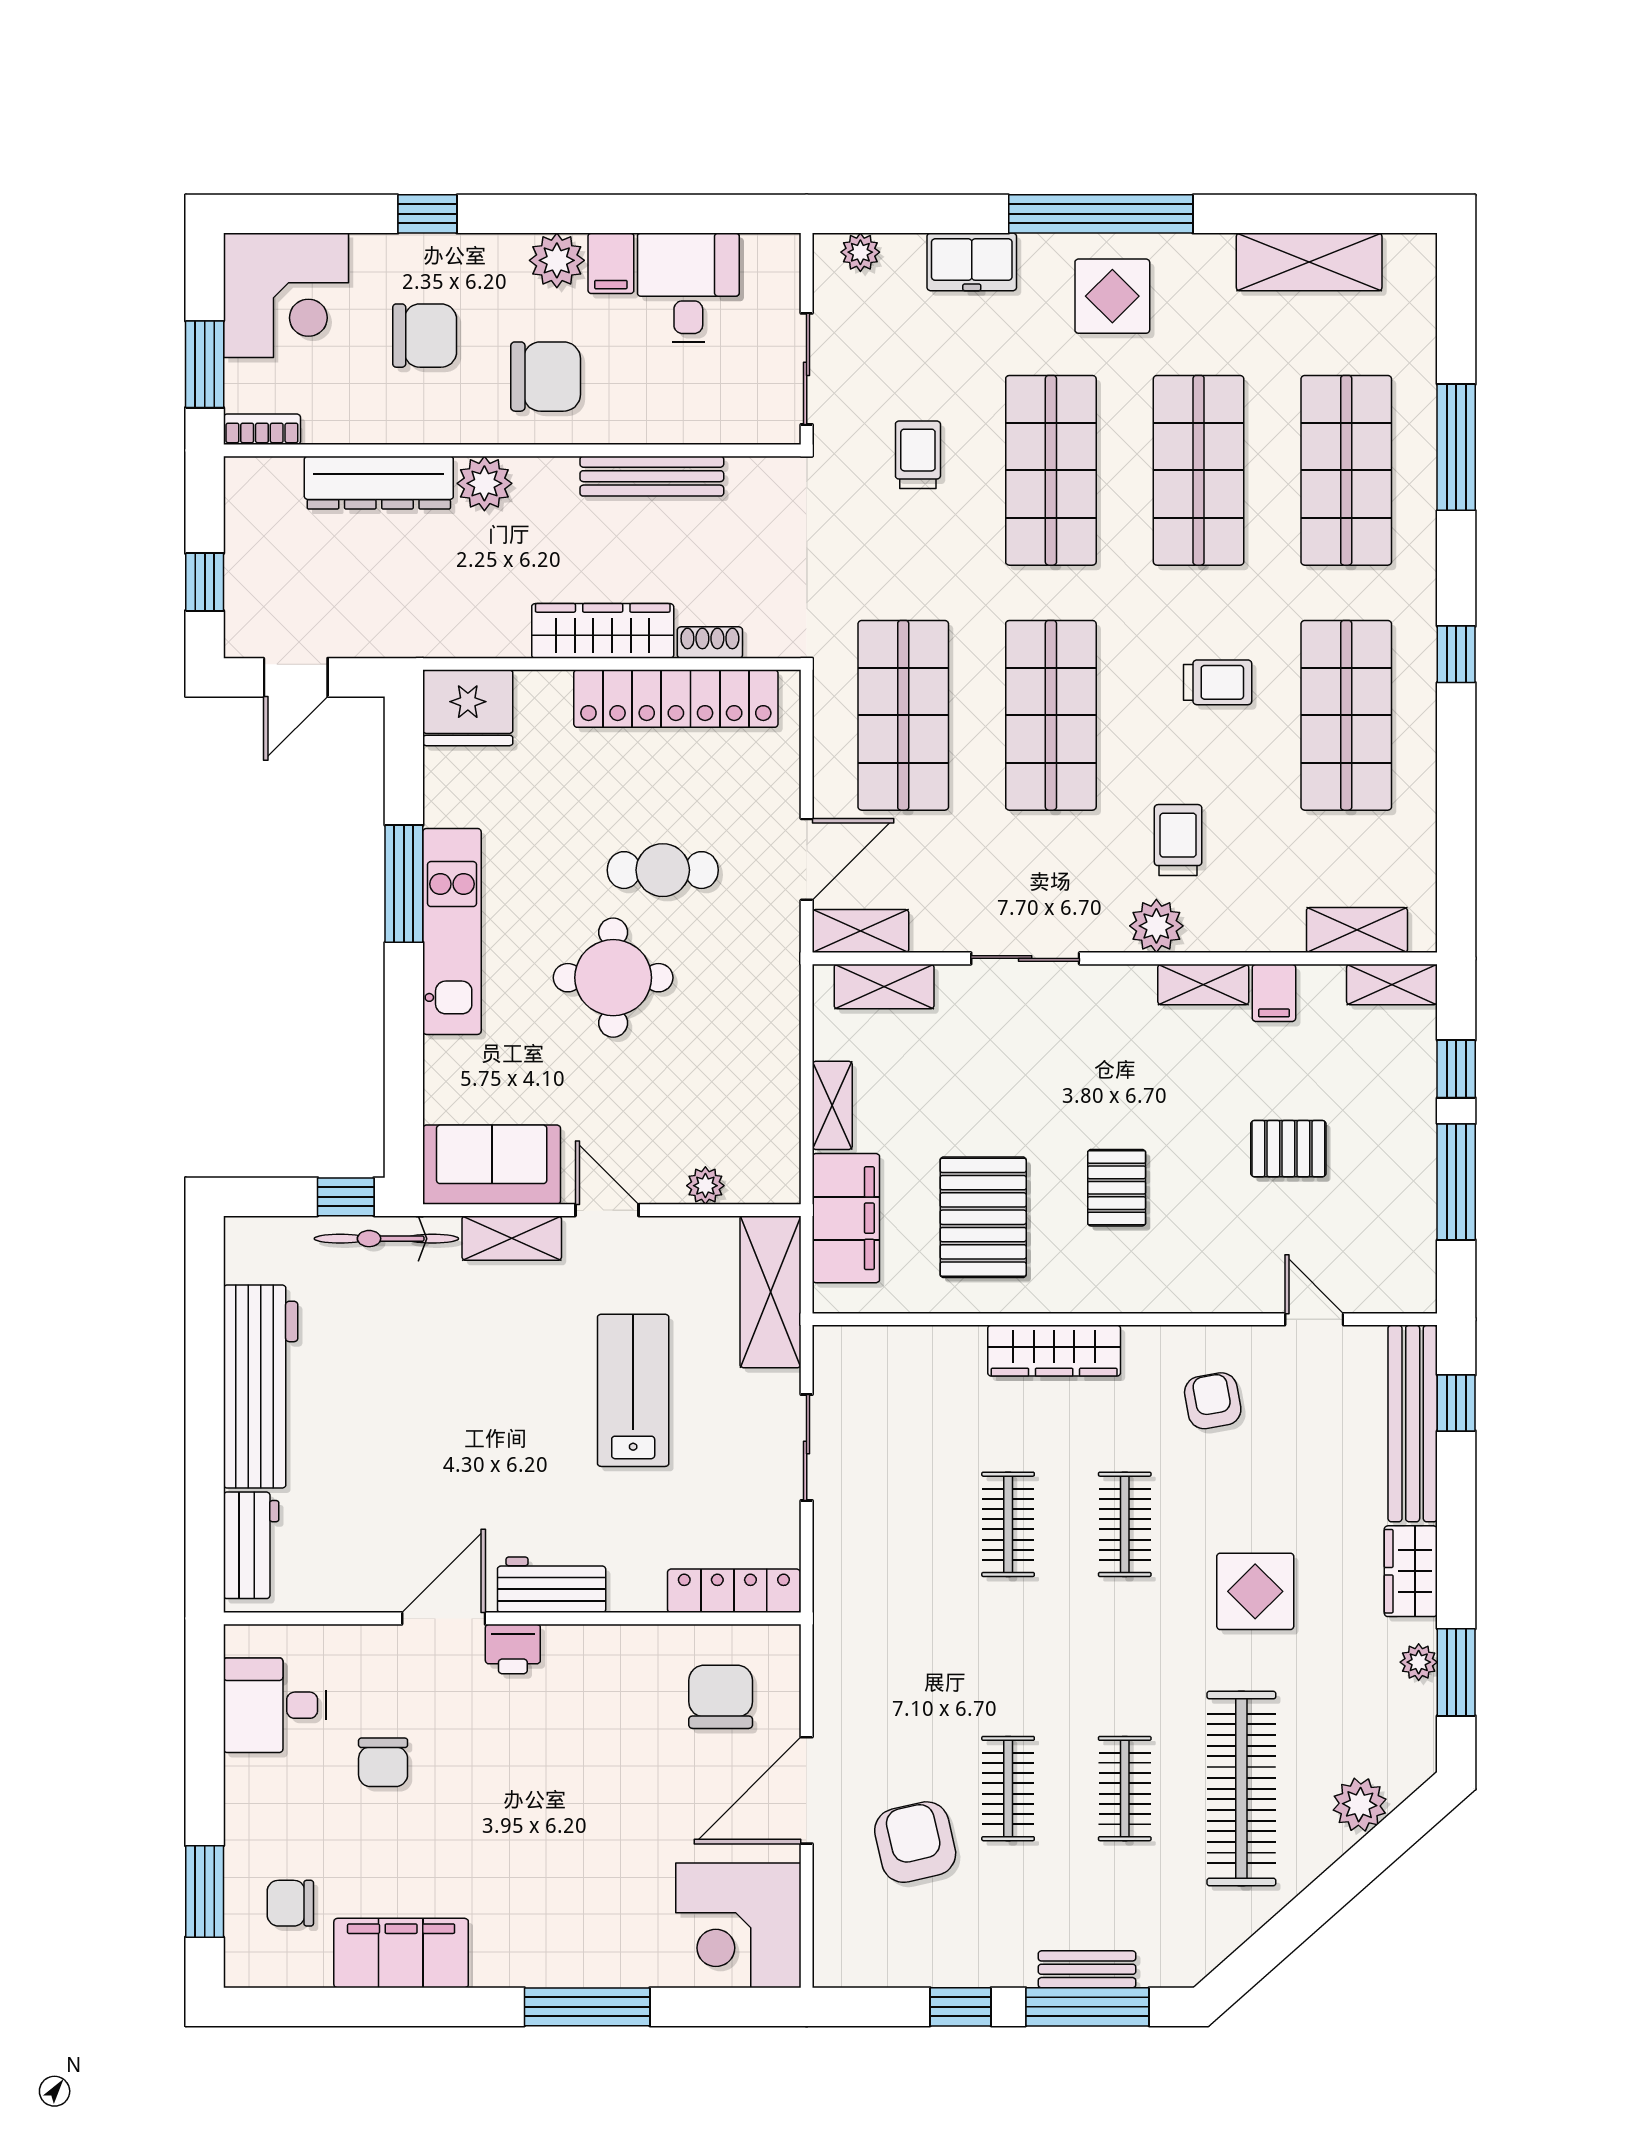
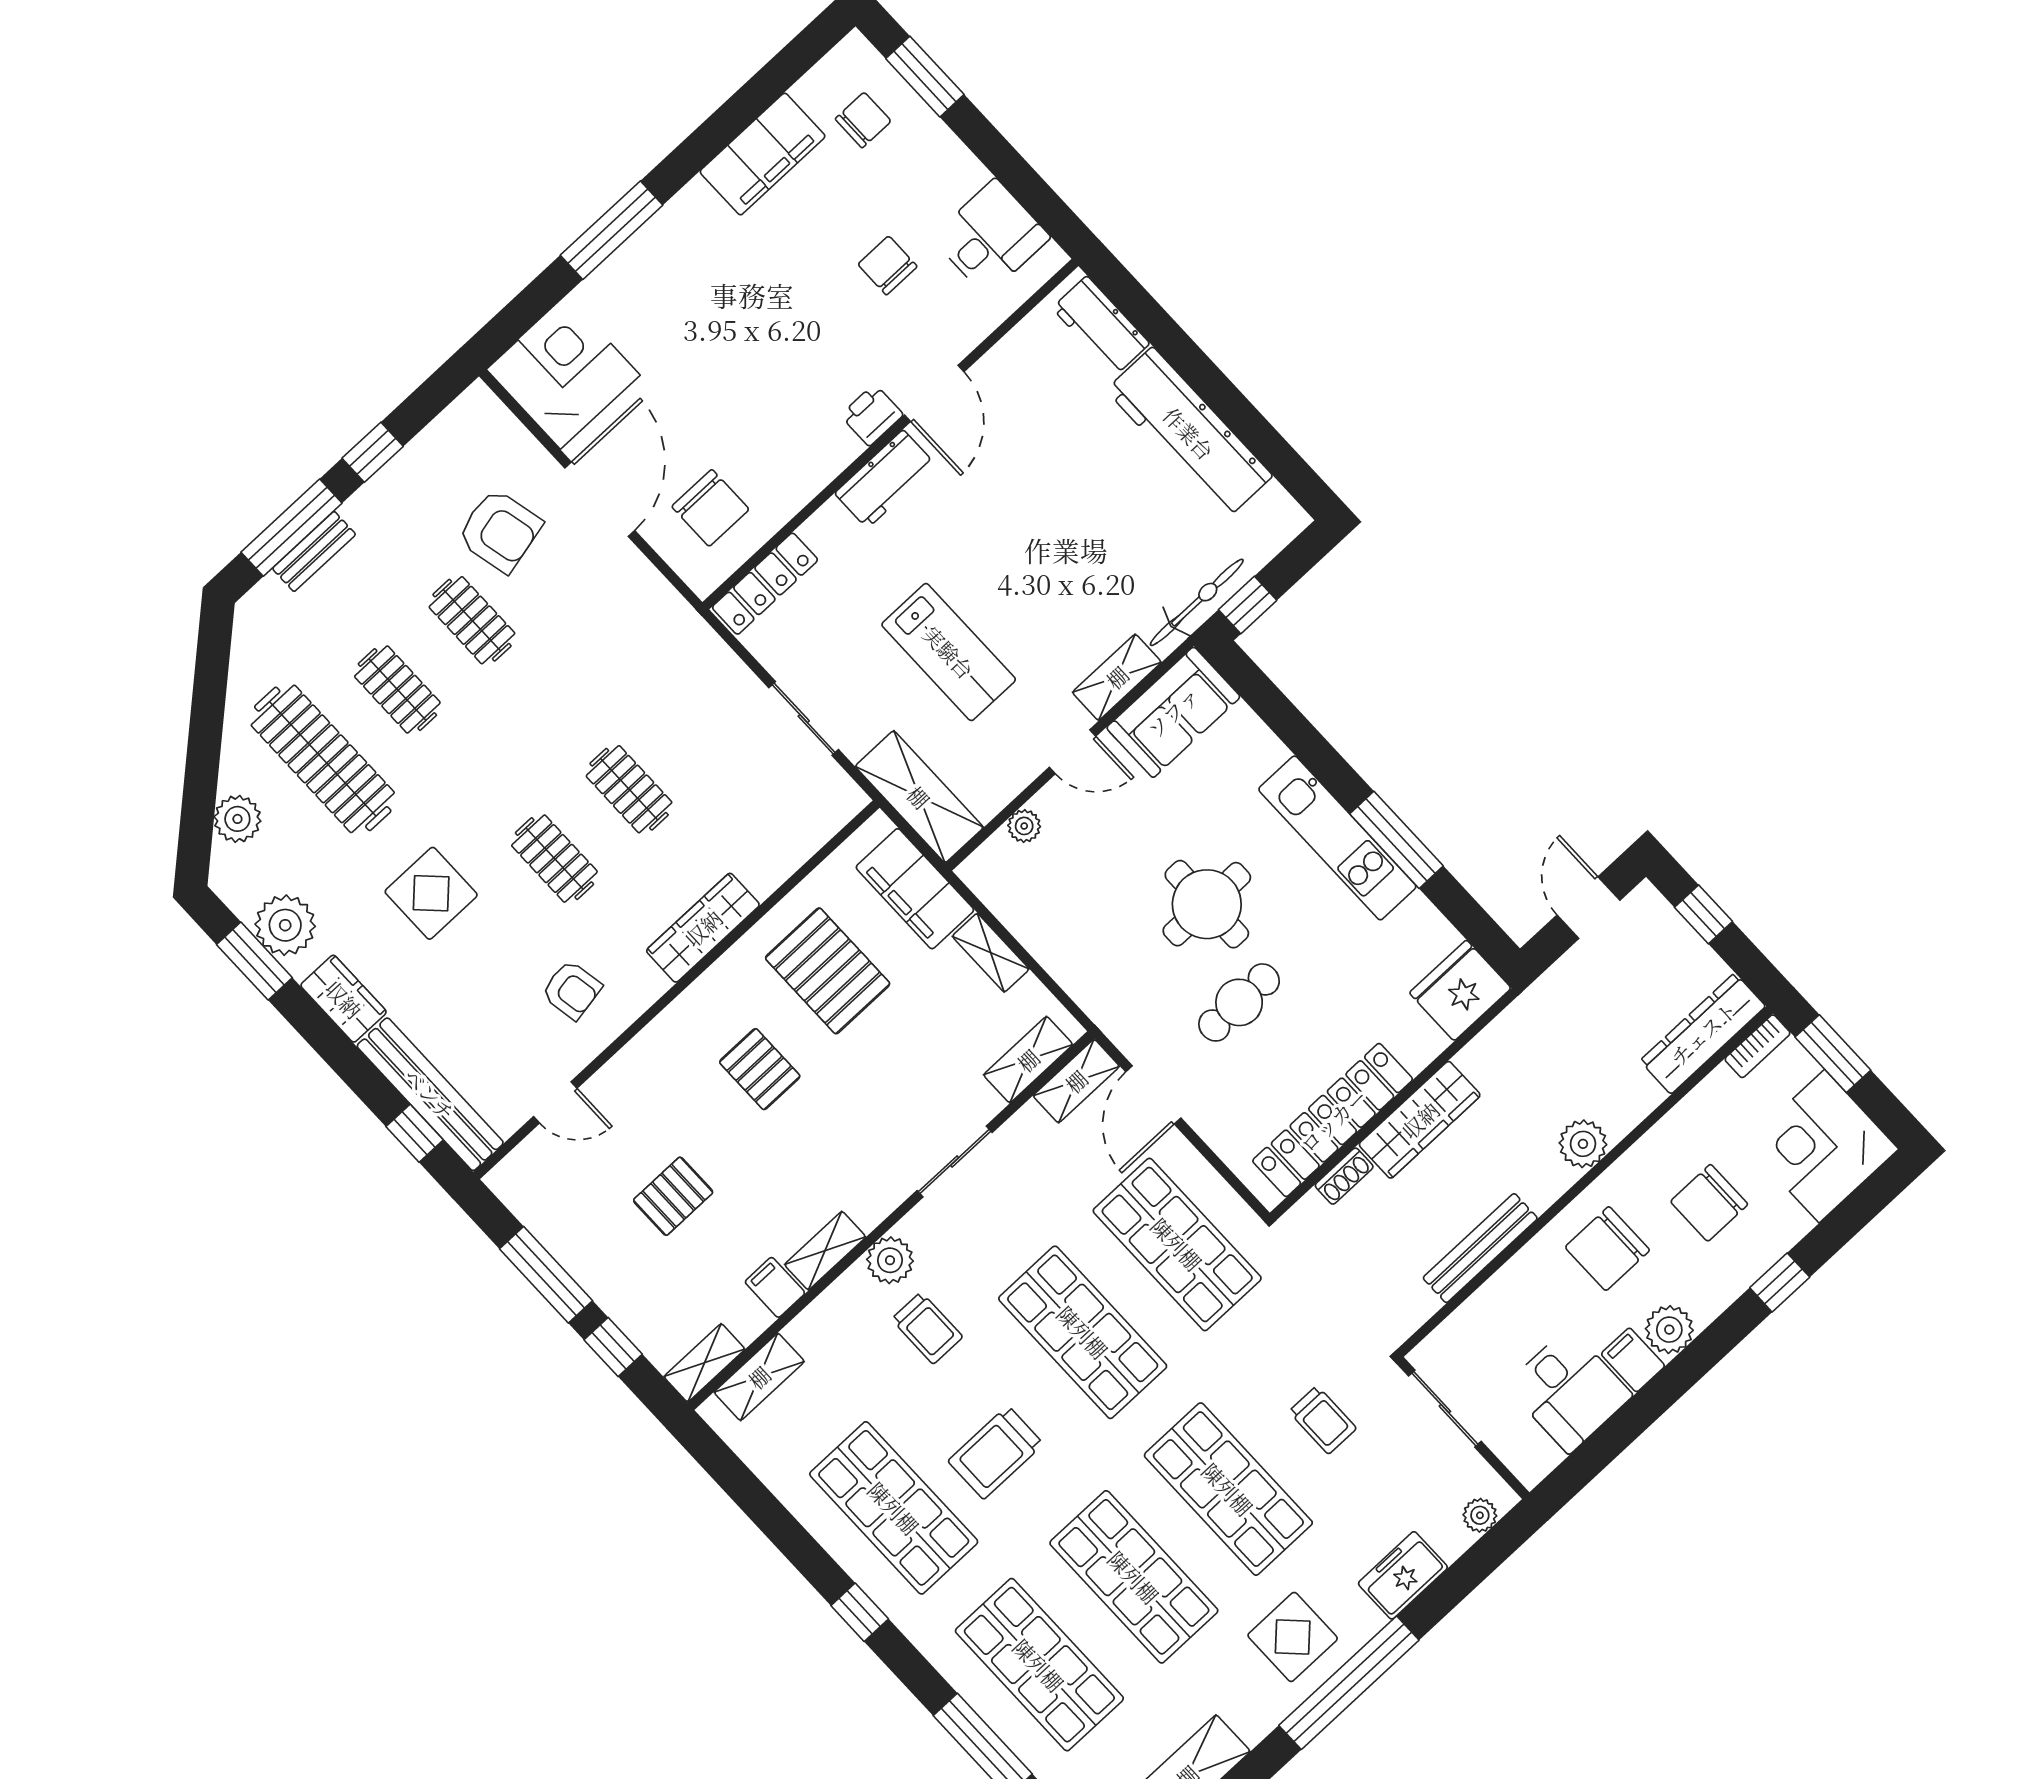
dresser: (379, 483) -> (1703, 1033), moved
trolley: (1218, 682) -> (996, 1452), width x1.36, depth x1.39
plant: (1419, 1662) -> (285, 925), width x1.88, depth x1.88

